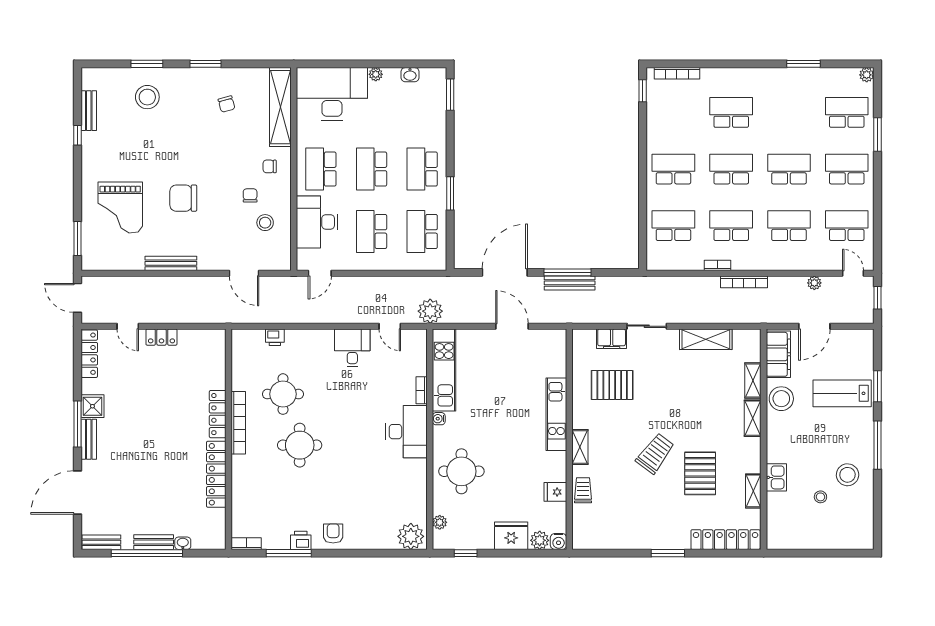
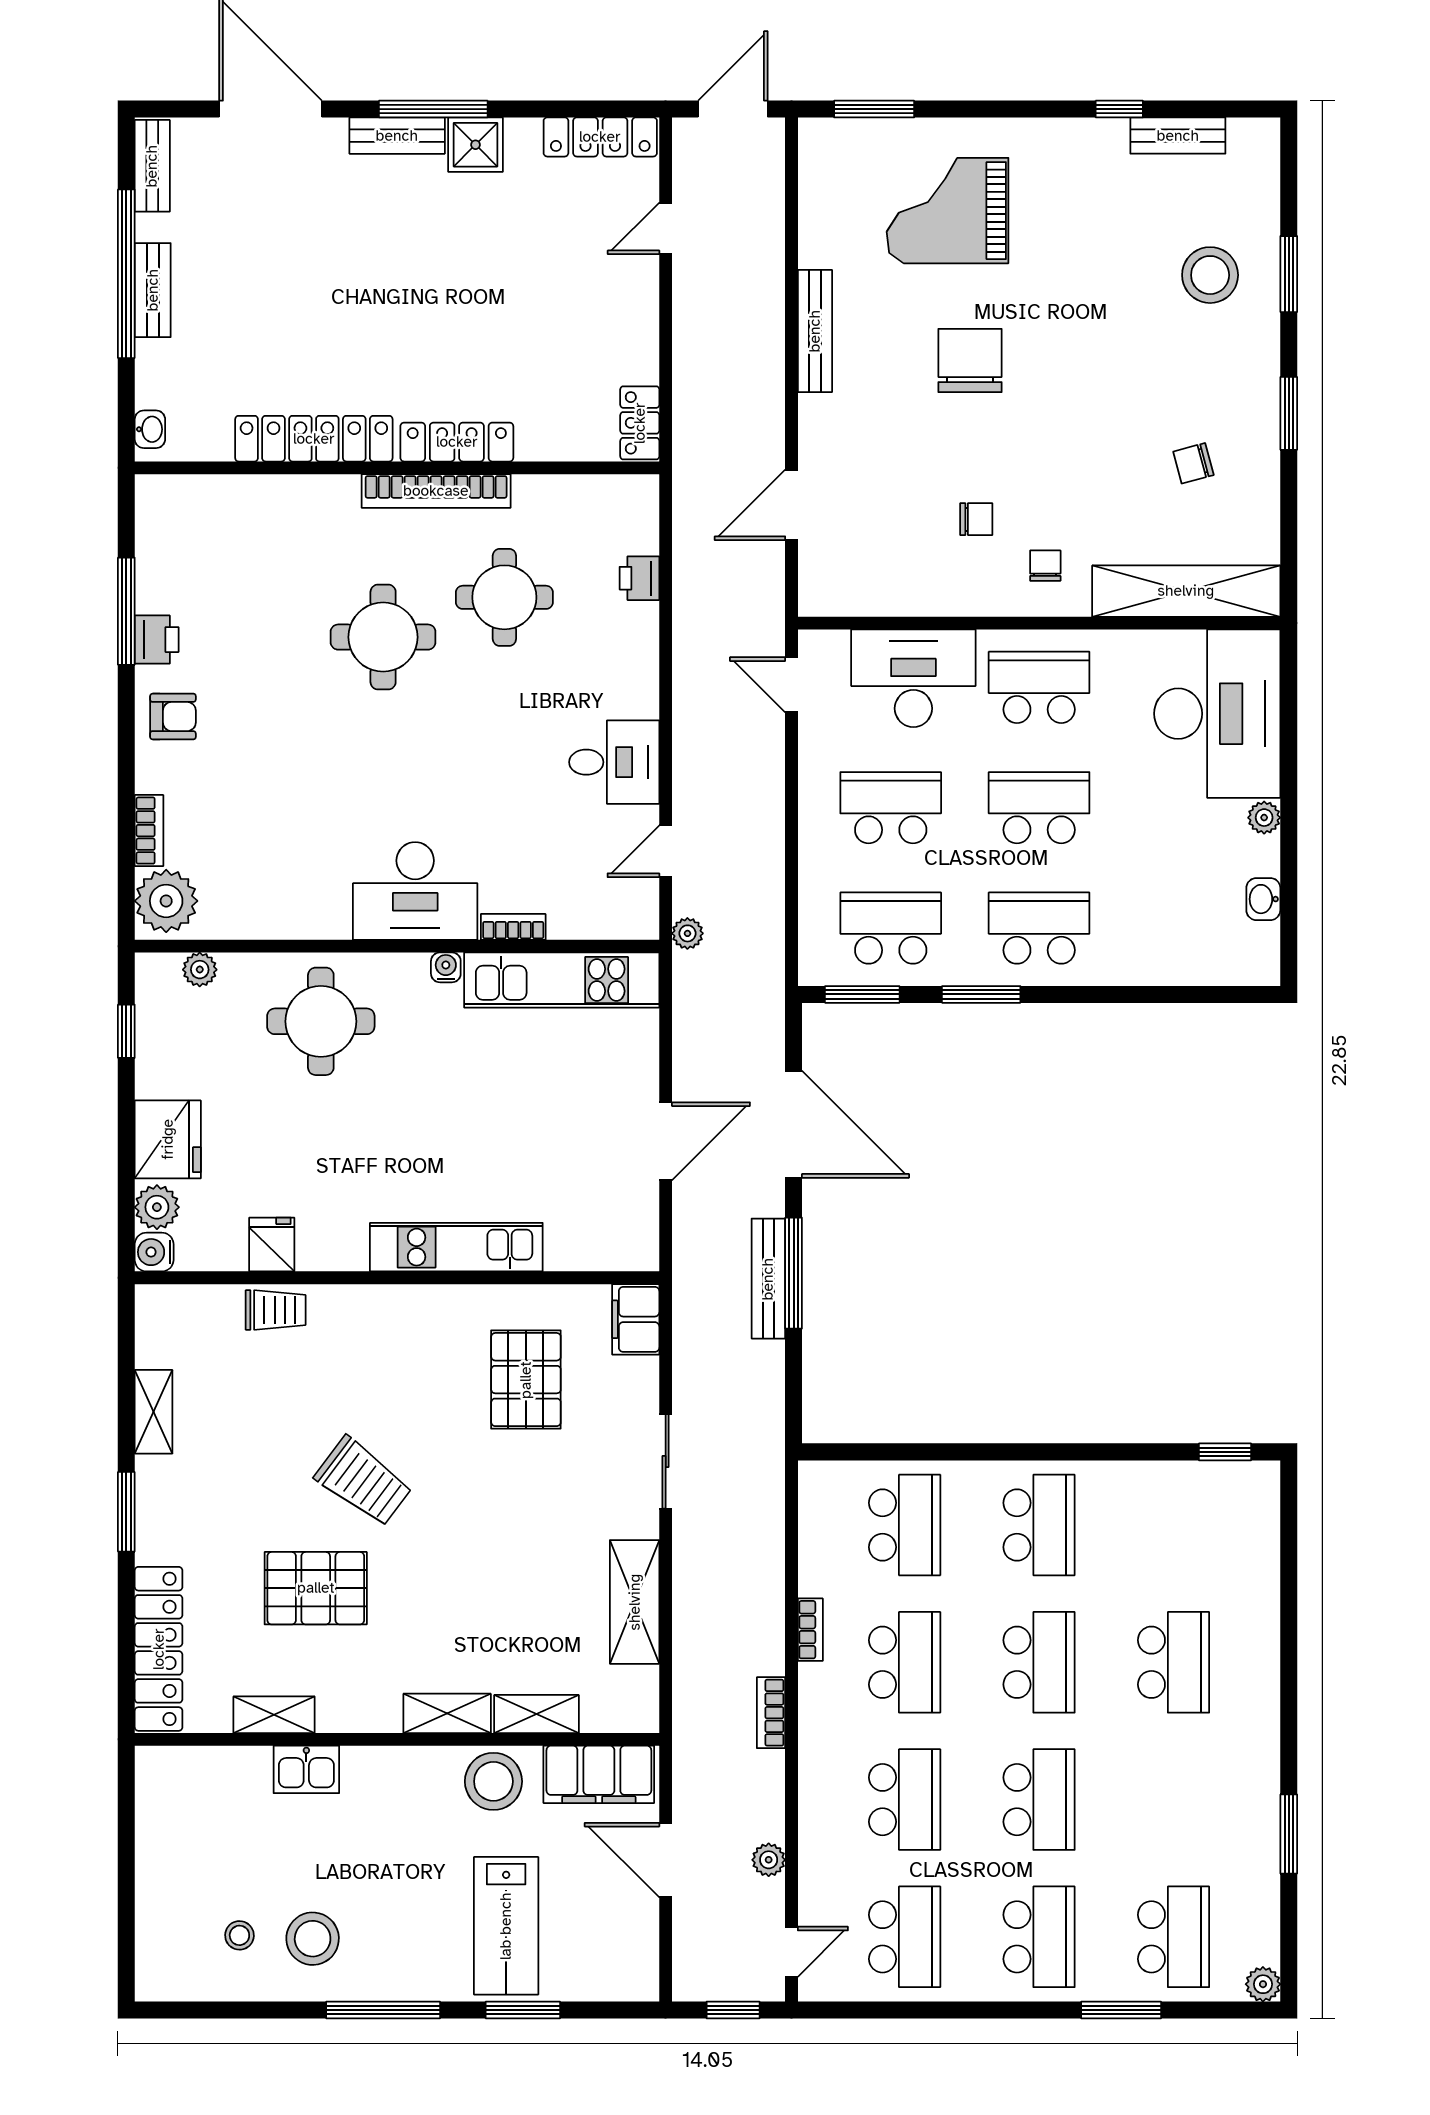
bookcase: (677, 73) -> (1267, 1533), removed
window: (450, 95) -> (862, 994), moved
stool: (265, 223) -> (912, 555), removed
bookcase: (744, 282) -> (771, 1713), width x0.64
plant: (430, 311) -> (687, 933), width x0.53, depth x0.53
locker: (161, 337) -> (640, 423), moved
filing cabinet: (612, 339) -> (636, 1319), moved
lab bench: (842, 393) -> (506, 1926), turned 180
shelving: (580, 447) -> (154, 1412), moved, turned 90
stool: (820, 497) -> (239, 1935), moved
washbasin: (183, 543) -> (150, 429), moved
bookcase: (246, 544) -> (149, 831), moved

